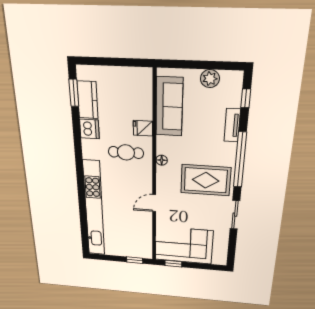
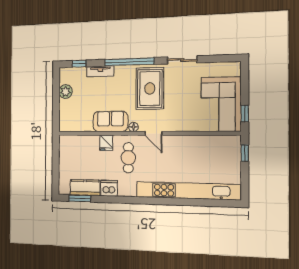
sofa: (169, 107) -> (110, 121), moved, width x0.73
door: (154, 203) -> (153, 133), moved

